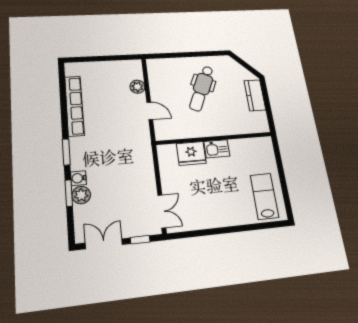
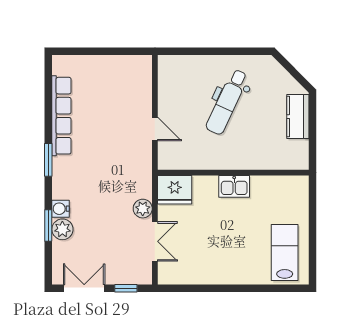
plant: (137, 87) -> (143, 209), moved
window: (66, 152) -> (48, 160), moved
fridge: (191, 153) -> (175, 190), moved
double door: (162, 211) -> (155, 241), moved

